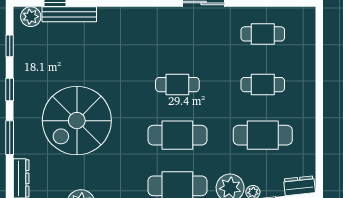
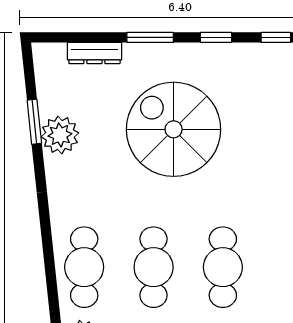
cafe table: (177, 85) -> (223, 267), width x1.37, depth x1.35

